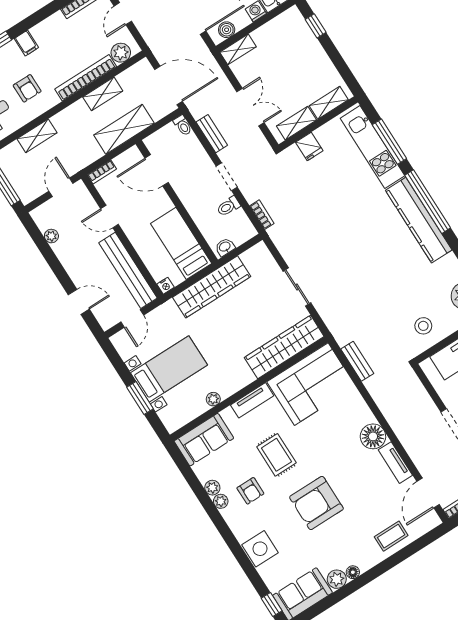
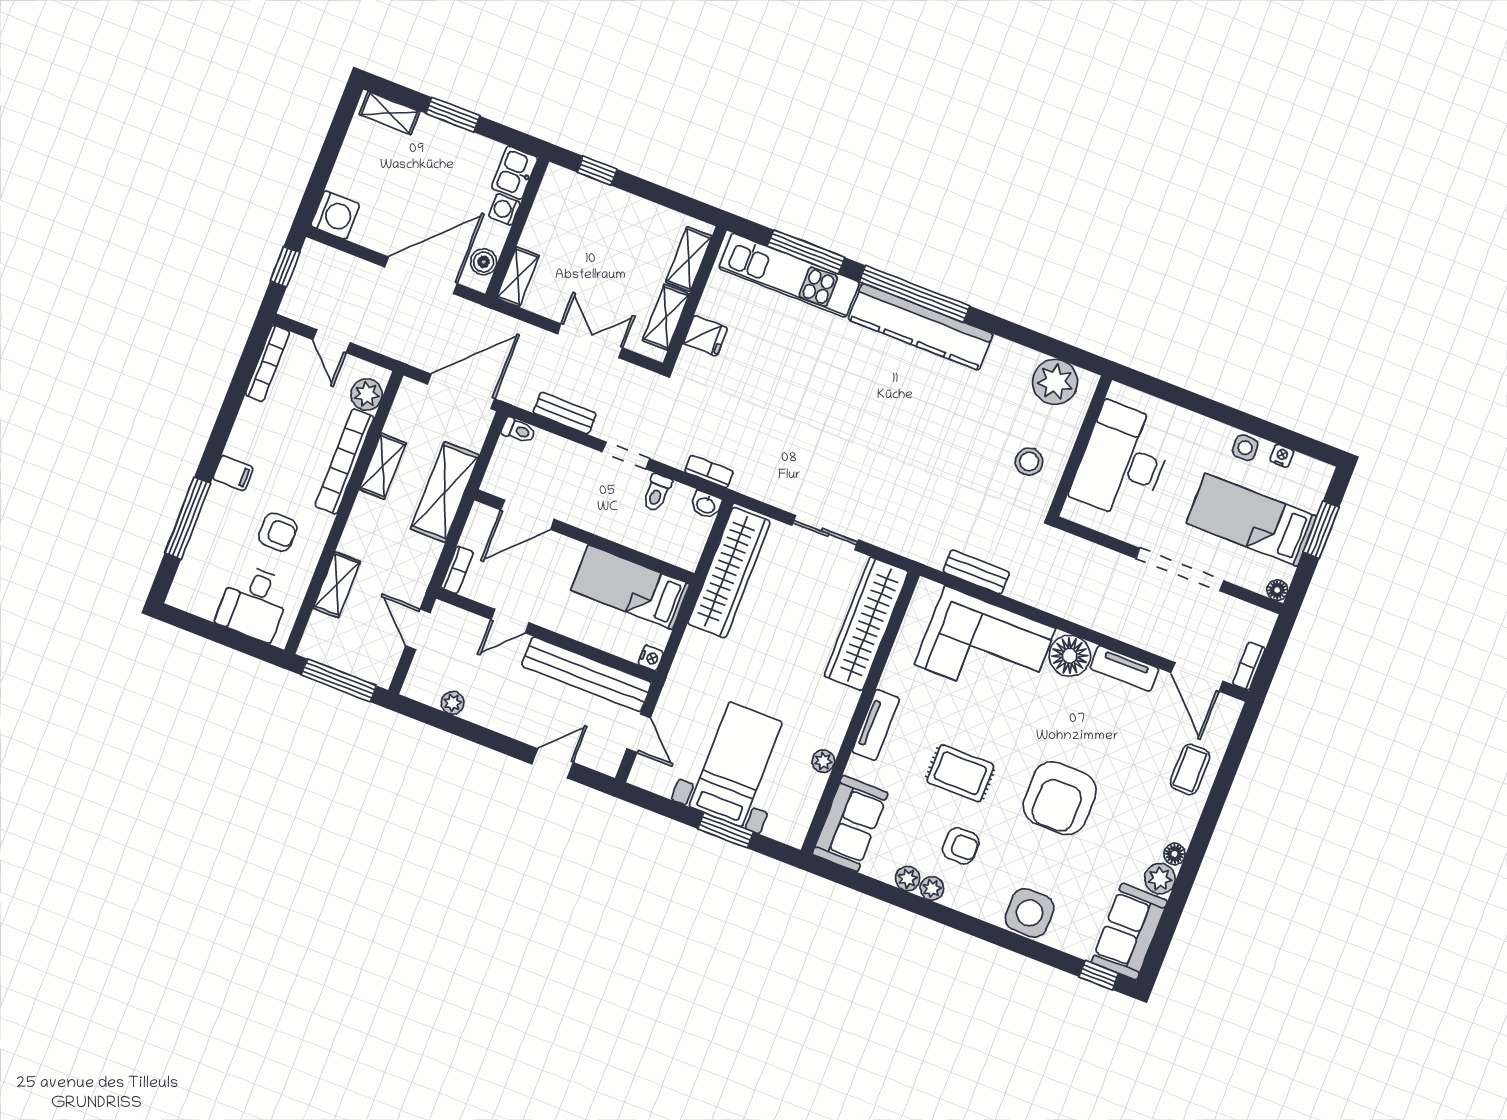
washbasin: (225, 247) -> (706, 505), moved, turned -90
wardrobe: (212, 287) -> (729, 573), moved
corner sofa: (311, 384) -> (985, 646), moved, turned 90

